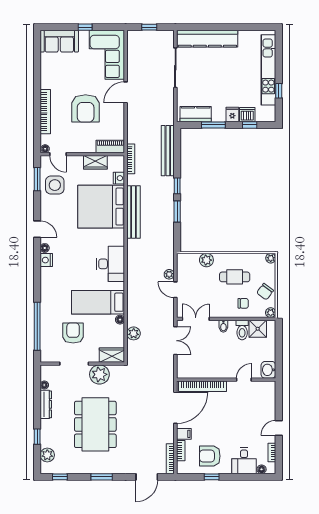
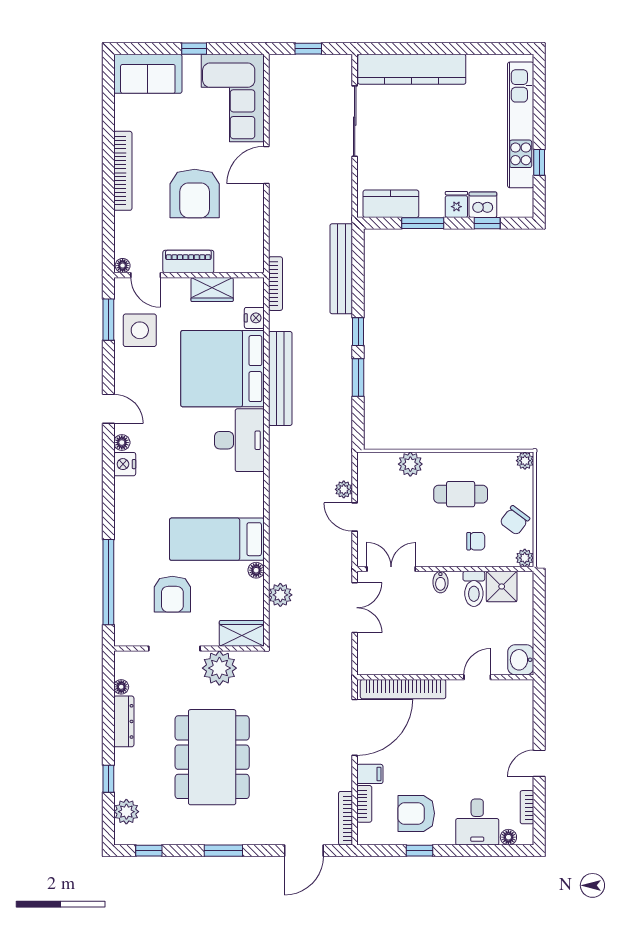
bookcase: (45, 112) -> (123, 171), moved
piano: (110, 147) -> (188, 262), moved
desk: (111, 264) -> (239, 440), moved
armchair: (73, 333) -> (172, 594), turned 180

